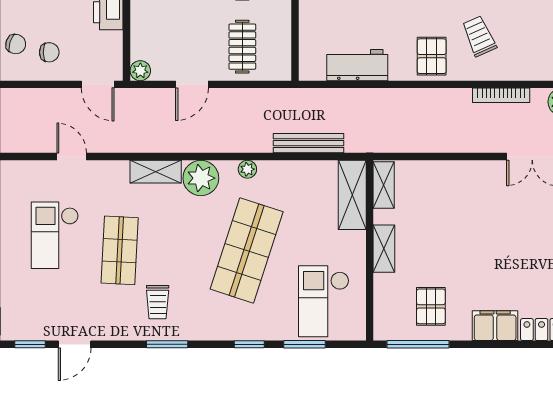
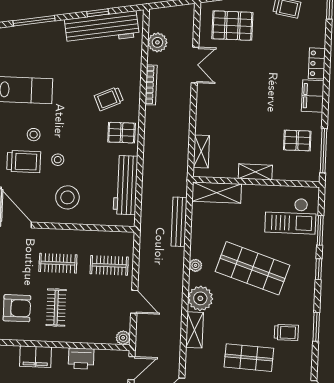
workbench: (357, 65) -> (126, 185), width x1.38
shelving: (384, 185) -> (201, 151), moved, turned 90

